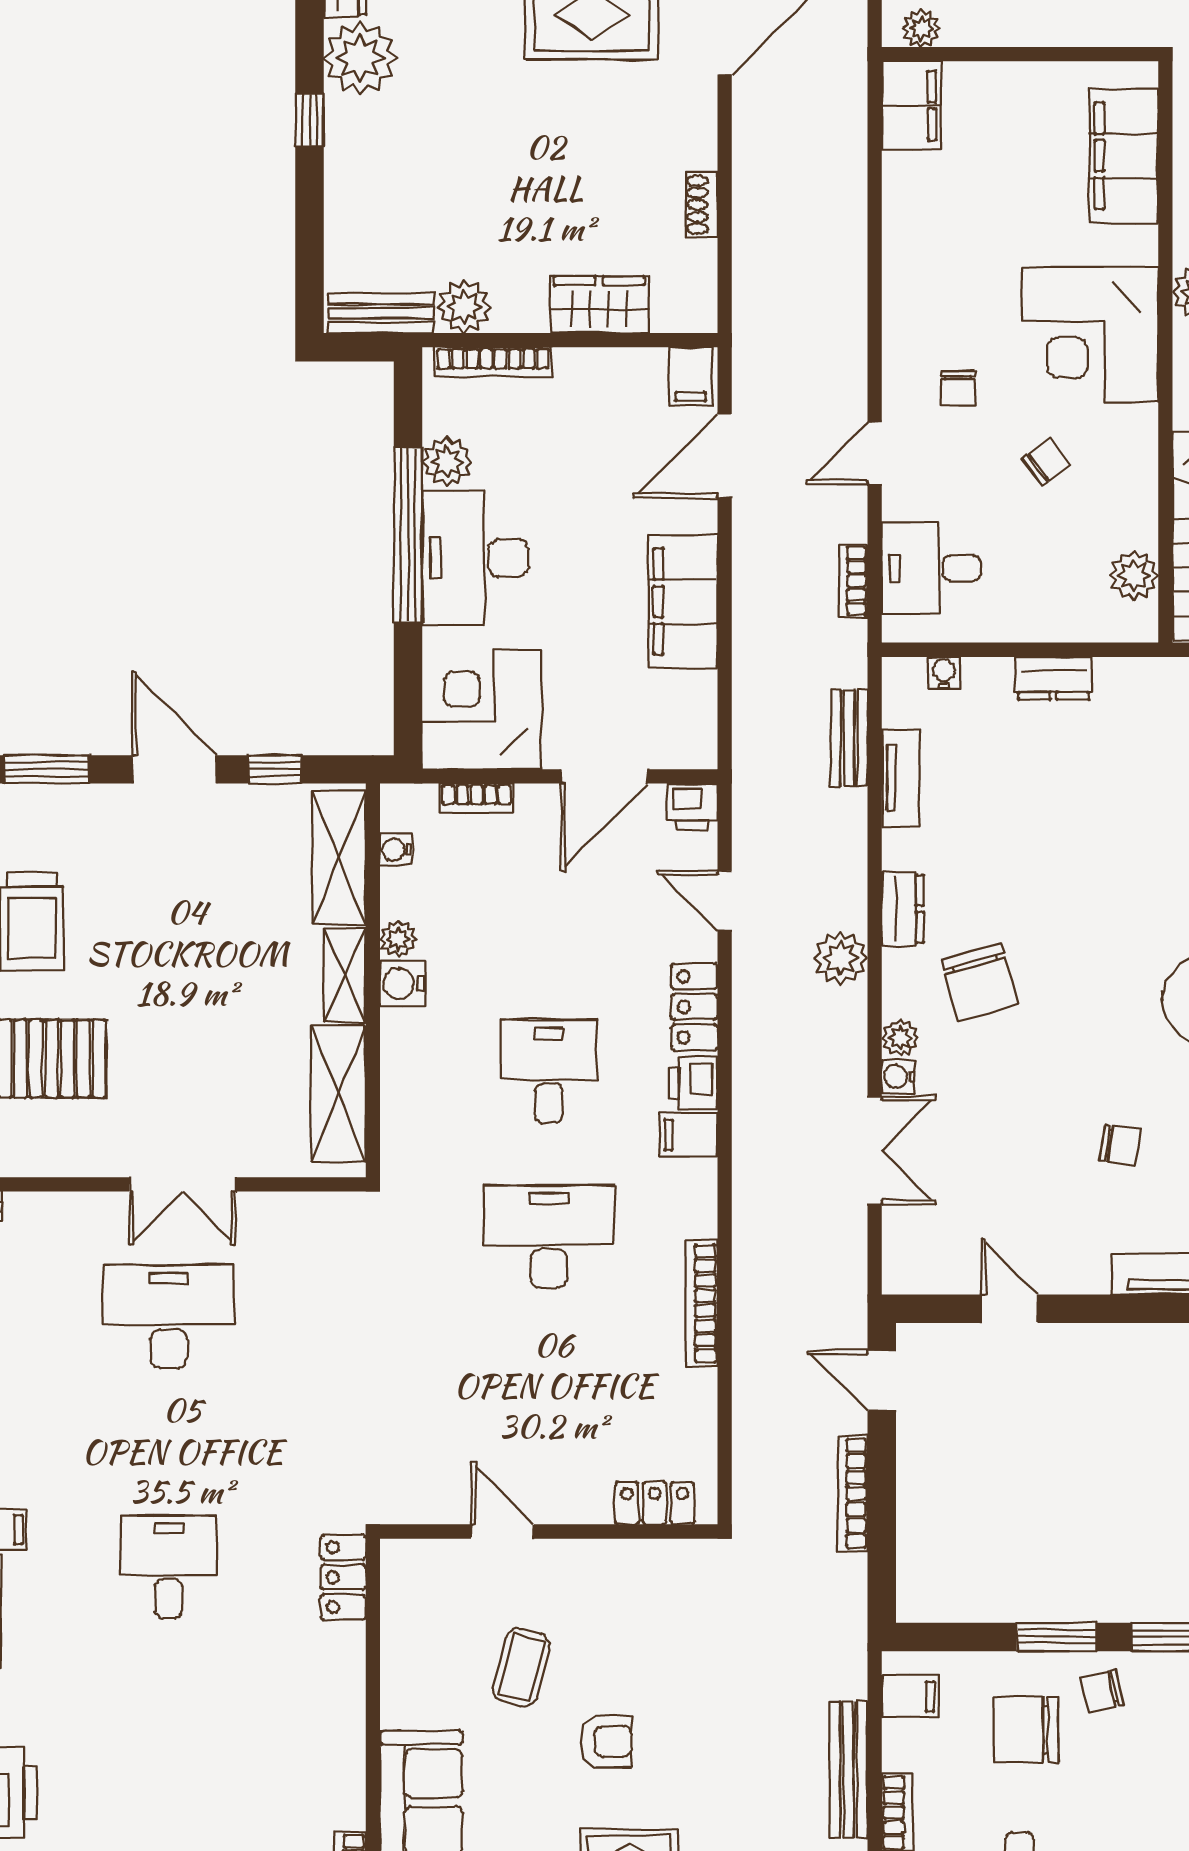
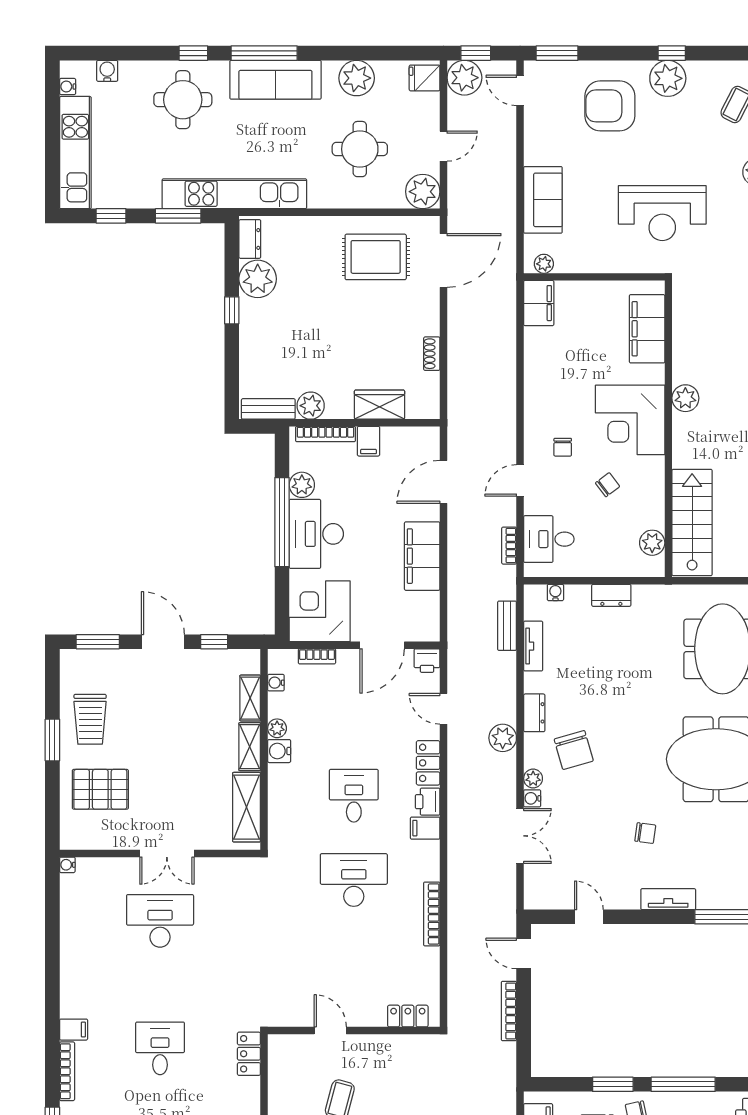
filing cabinet: (690, 376) -> (368, 441), moved
shelving: (339, 857) -> (250, 698), width x0.67, depth x0.75

